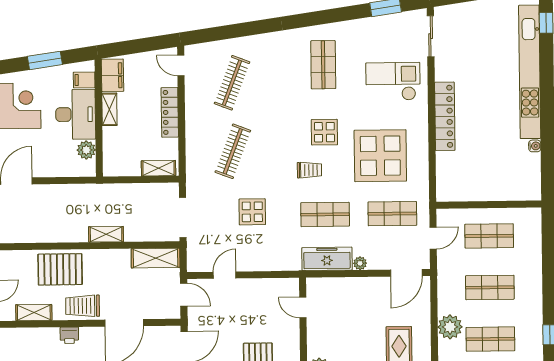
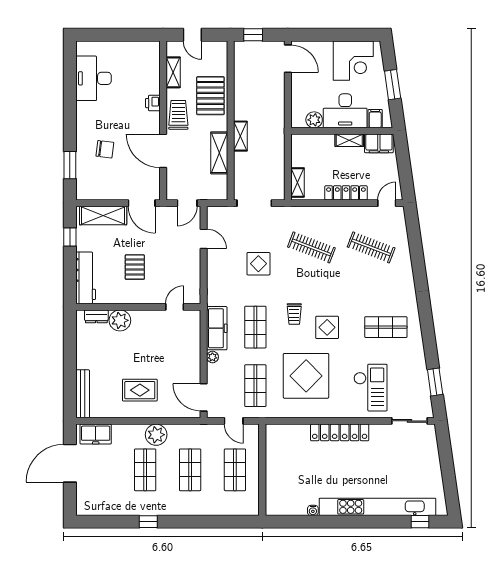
shelving: (156, 258) -> (219, 153), moved

